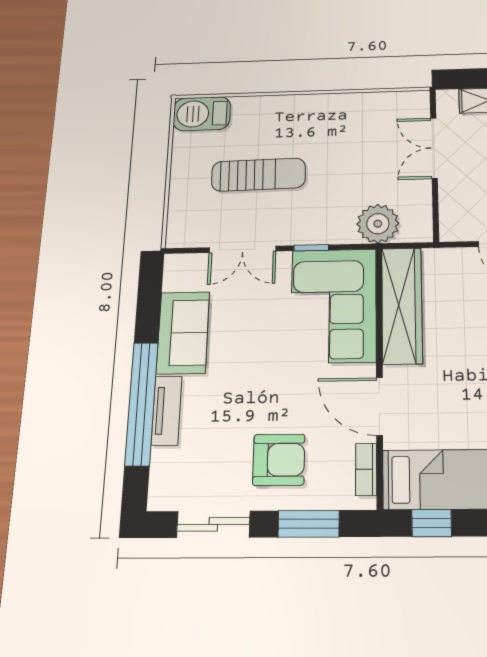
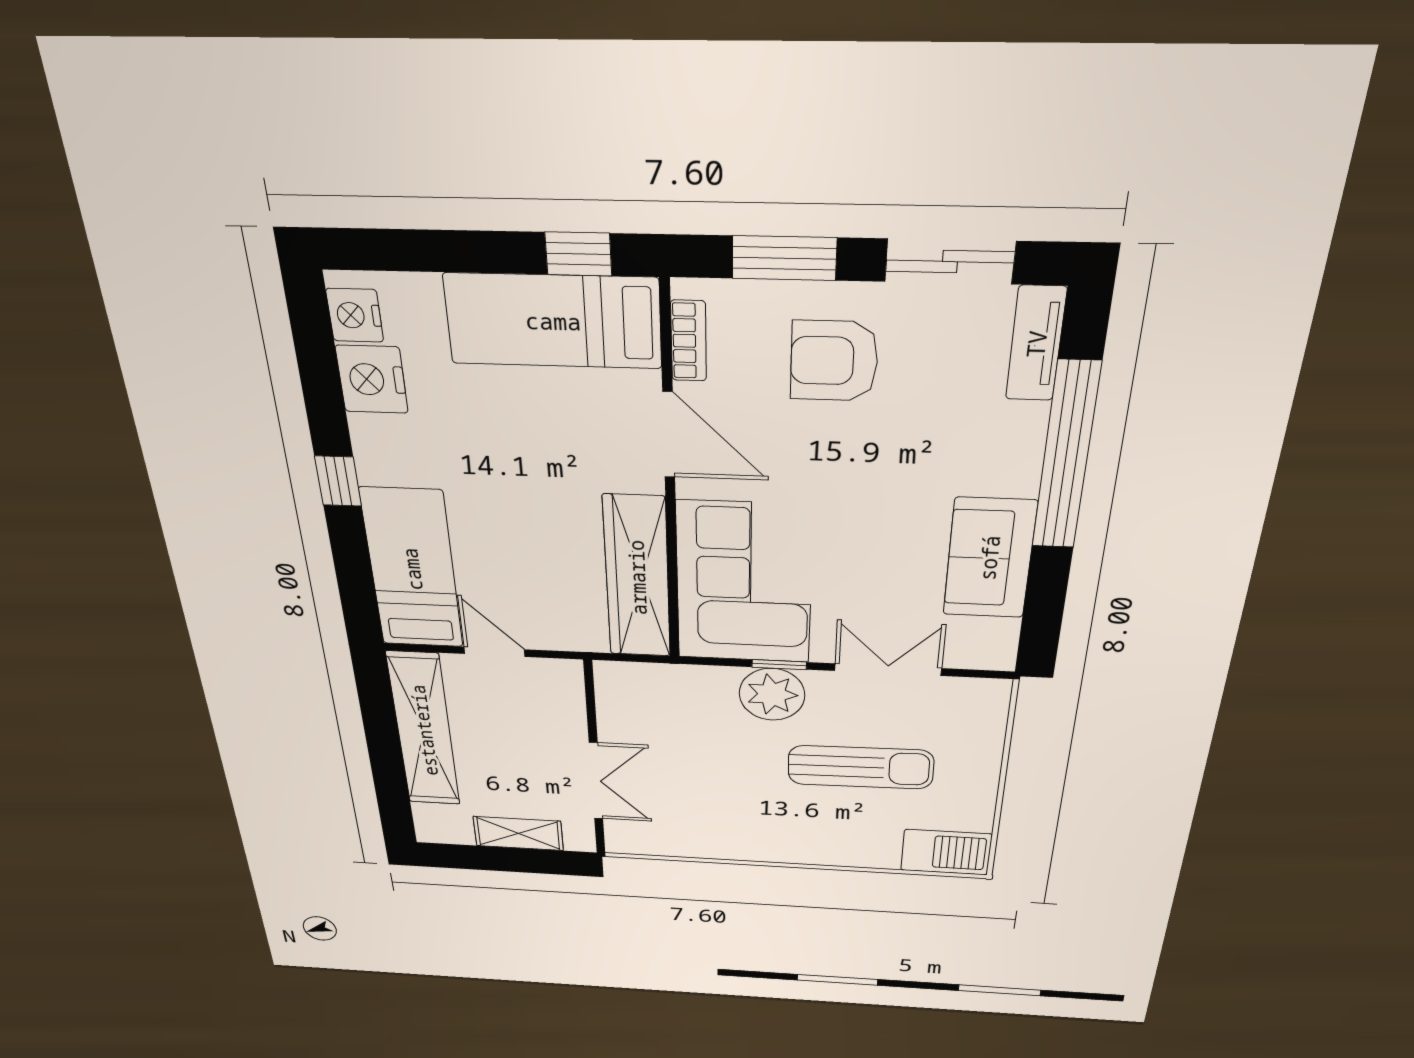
sun lounger: (258, 175) -> (861, 767), turned 180
plant: (378, 224) -> (772, 694), moved
tv unit: (167, 411) -> (1036, 344), moved

